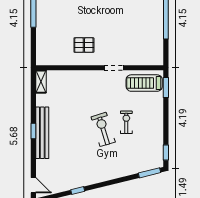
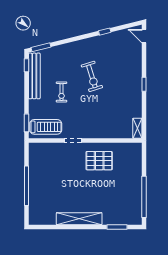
pallet: (84, 45) -> (99, 161), width x1.50, depth x1.42
exercise bike: (103, 129) -> (92, 76), moved
bench: (42, 133) -> (34, 76), moved

